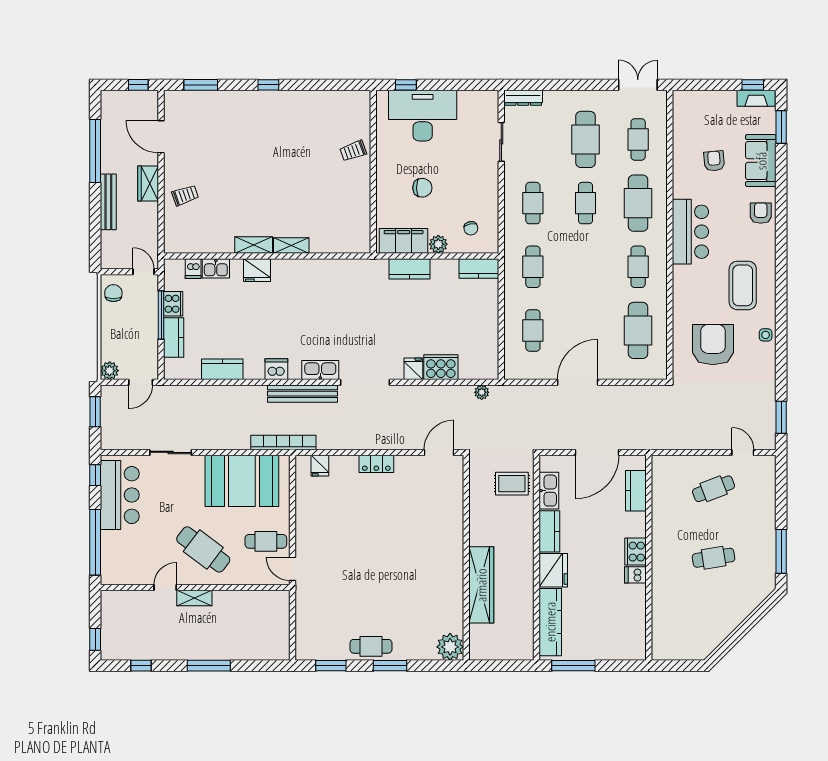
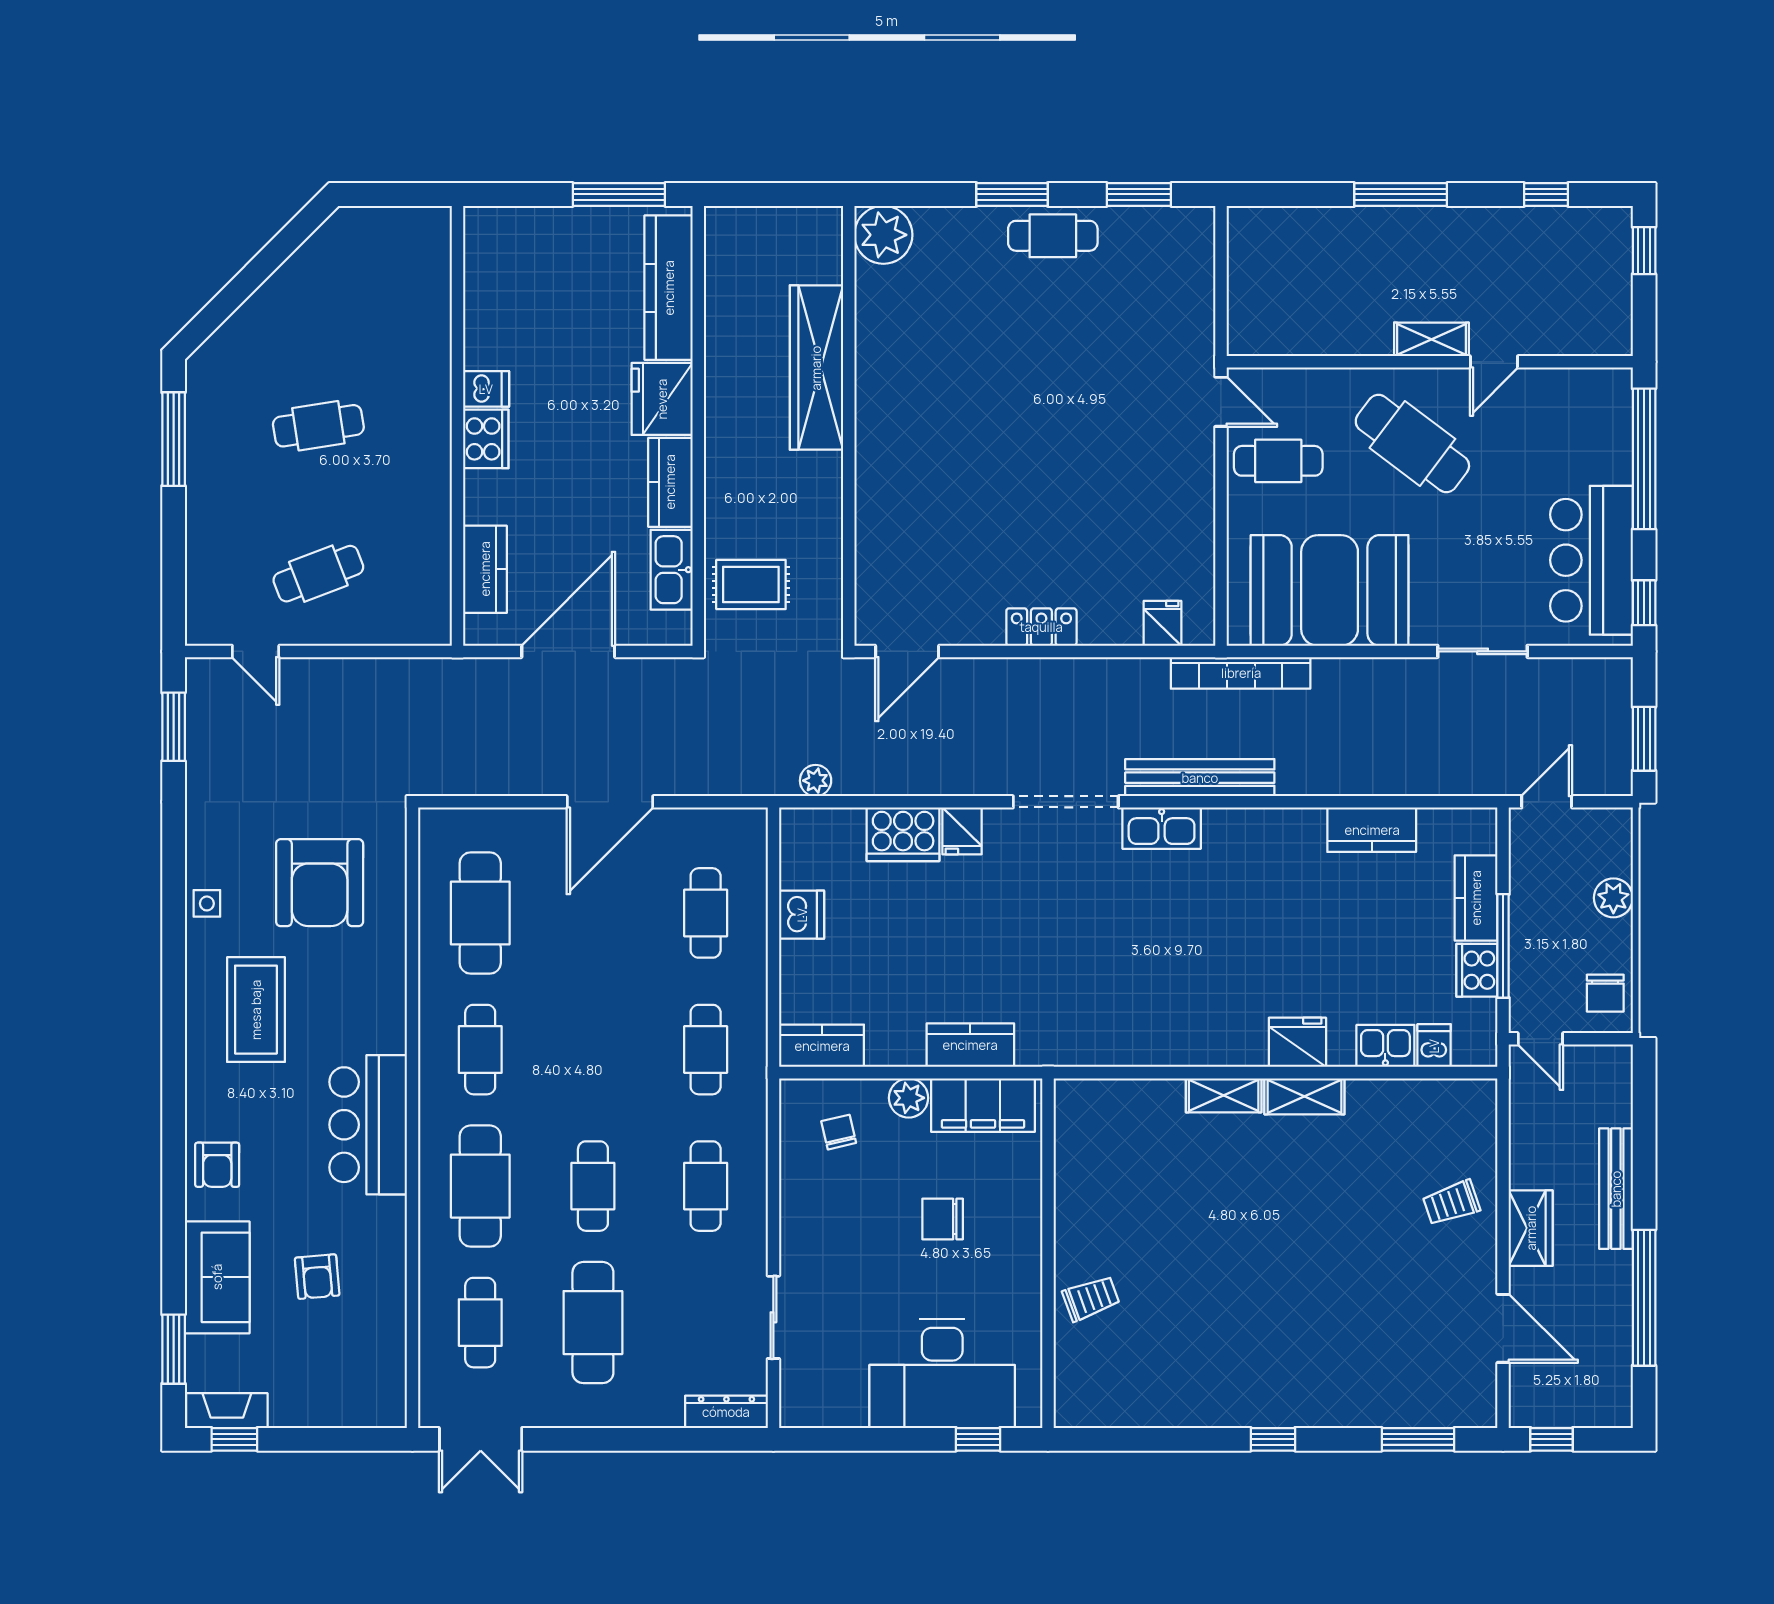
dishwasher: (276, 369) -> (802, 915), moved, turned -90
plant: (110, 371) -> (1613, 898), moved

